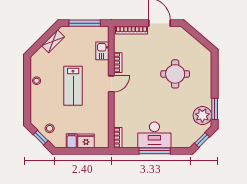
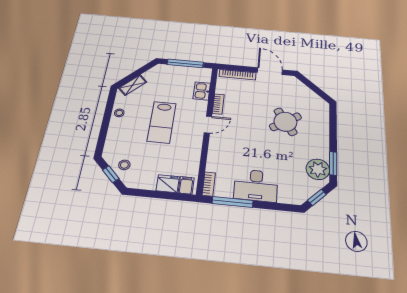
shelving: (53, 41) -> (133, 85), moved
round table: (175, 74) -> (285, 122), turned -33
filing cabinet: (72, 141) -> (186, 185), moved
window: (155, 151) -> (233, 202), moved

